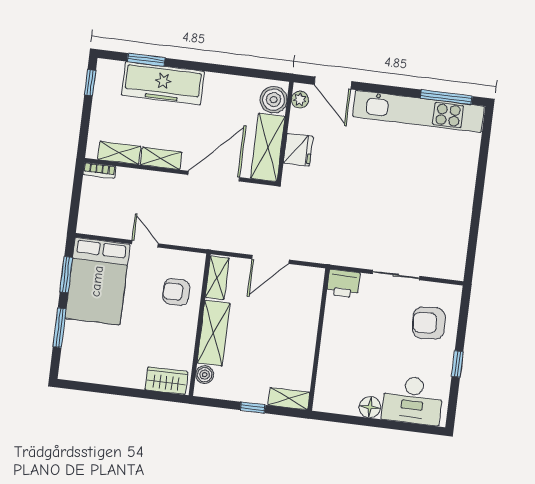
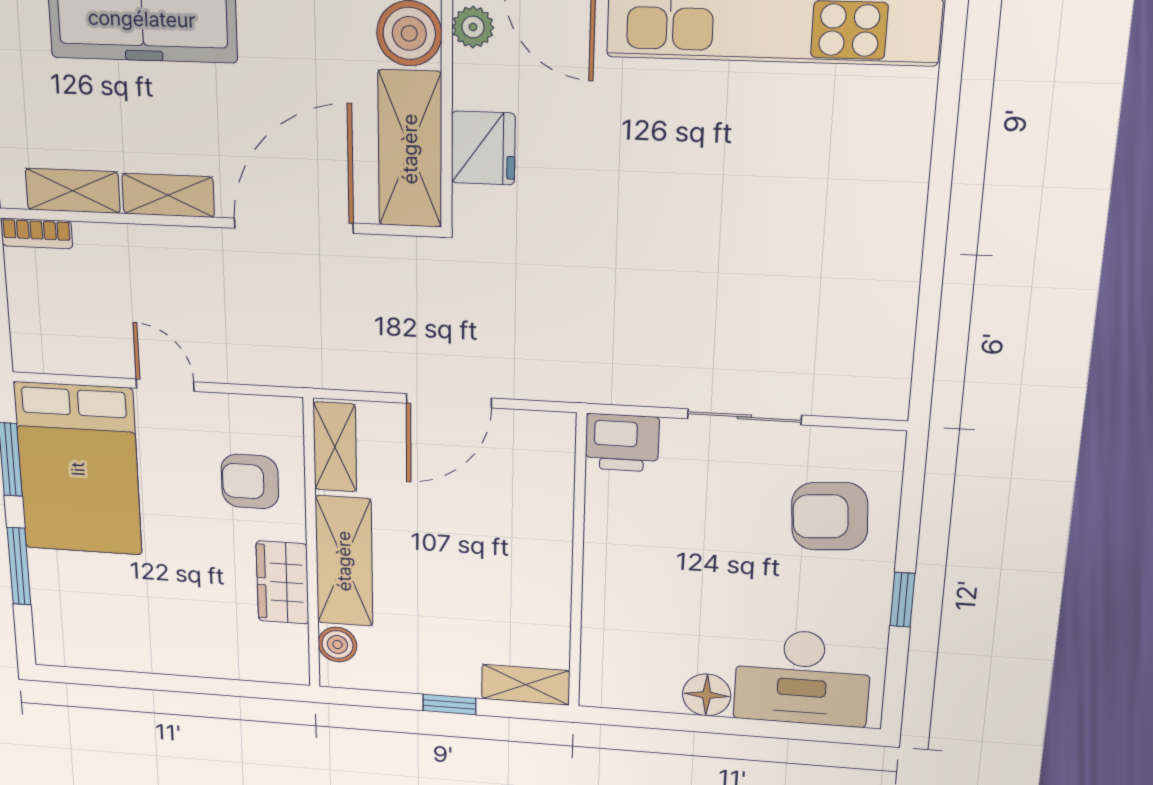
wardrobe: (166, 381) -> (283, 583), moved, turned -90

